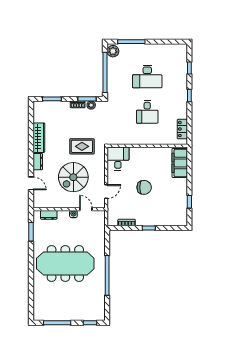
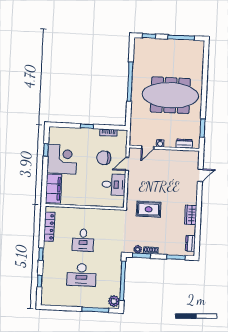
desk: (147, 76) -> (81, 275), turned 180
desk: (147, 112) -> (83, 240), turned 180
locker: (182, 129) -> (49, 227), width x1.53
wardrobe: (39, 138) -> (191, 215), width x0.67
desk: (118, 158) -> (114, 185), moved, turned -90
dresser: (38, 162) -> (190, 243), moved
spiral stairs: (73, 177) -> (159, 180), removed
door: (31, 183) -> (200, 175), swing flipped
chair: (144, 187) -> (104, 158), moved
corner desk: (173, 193) -> (62, 159), added
door: (86, 209) -> (148, 147), hinge flipped

